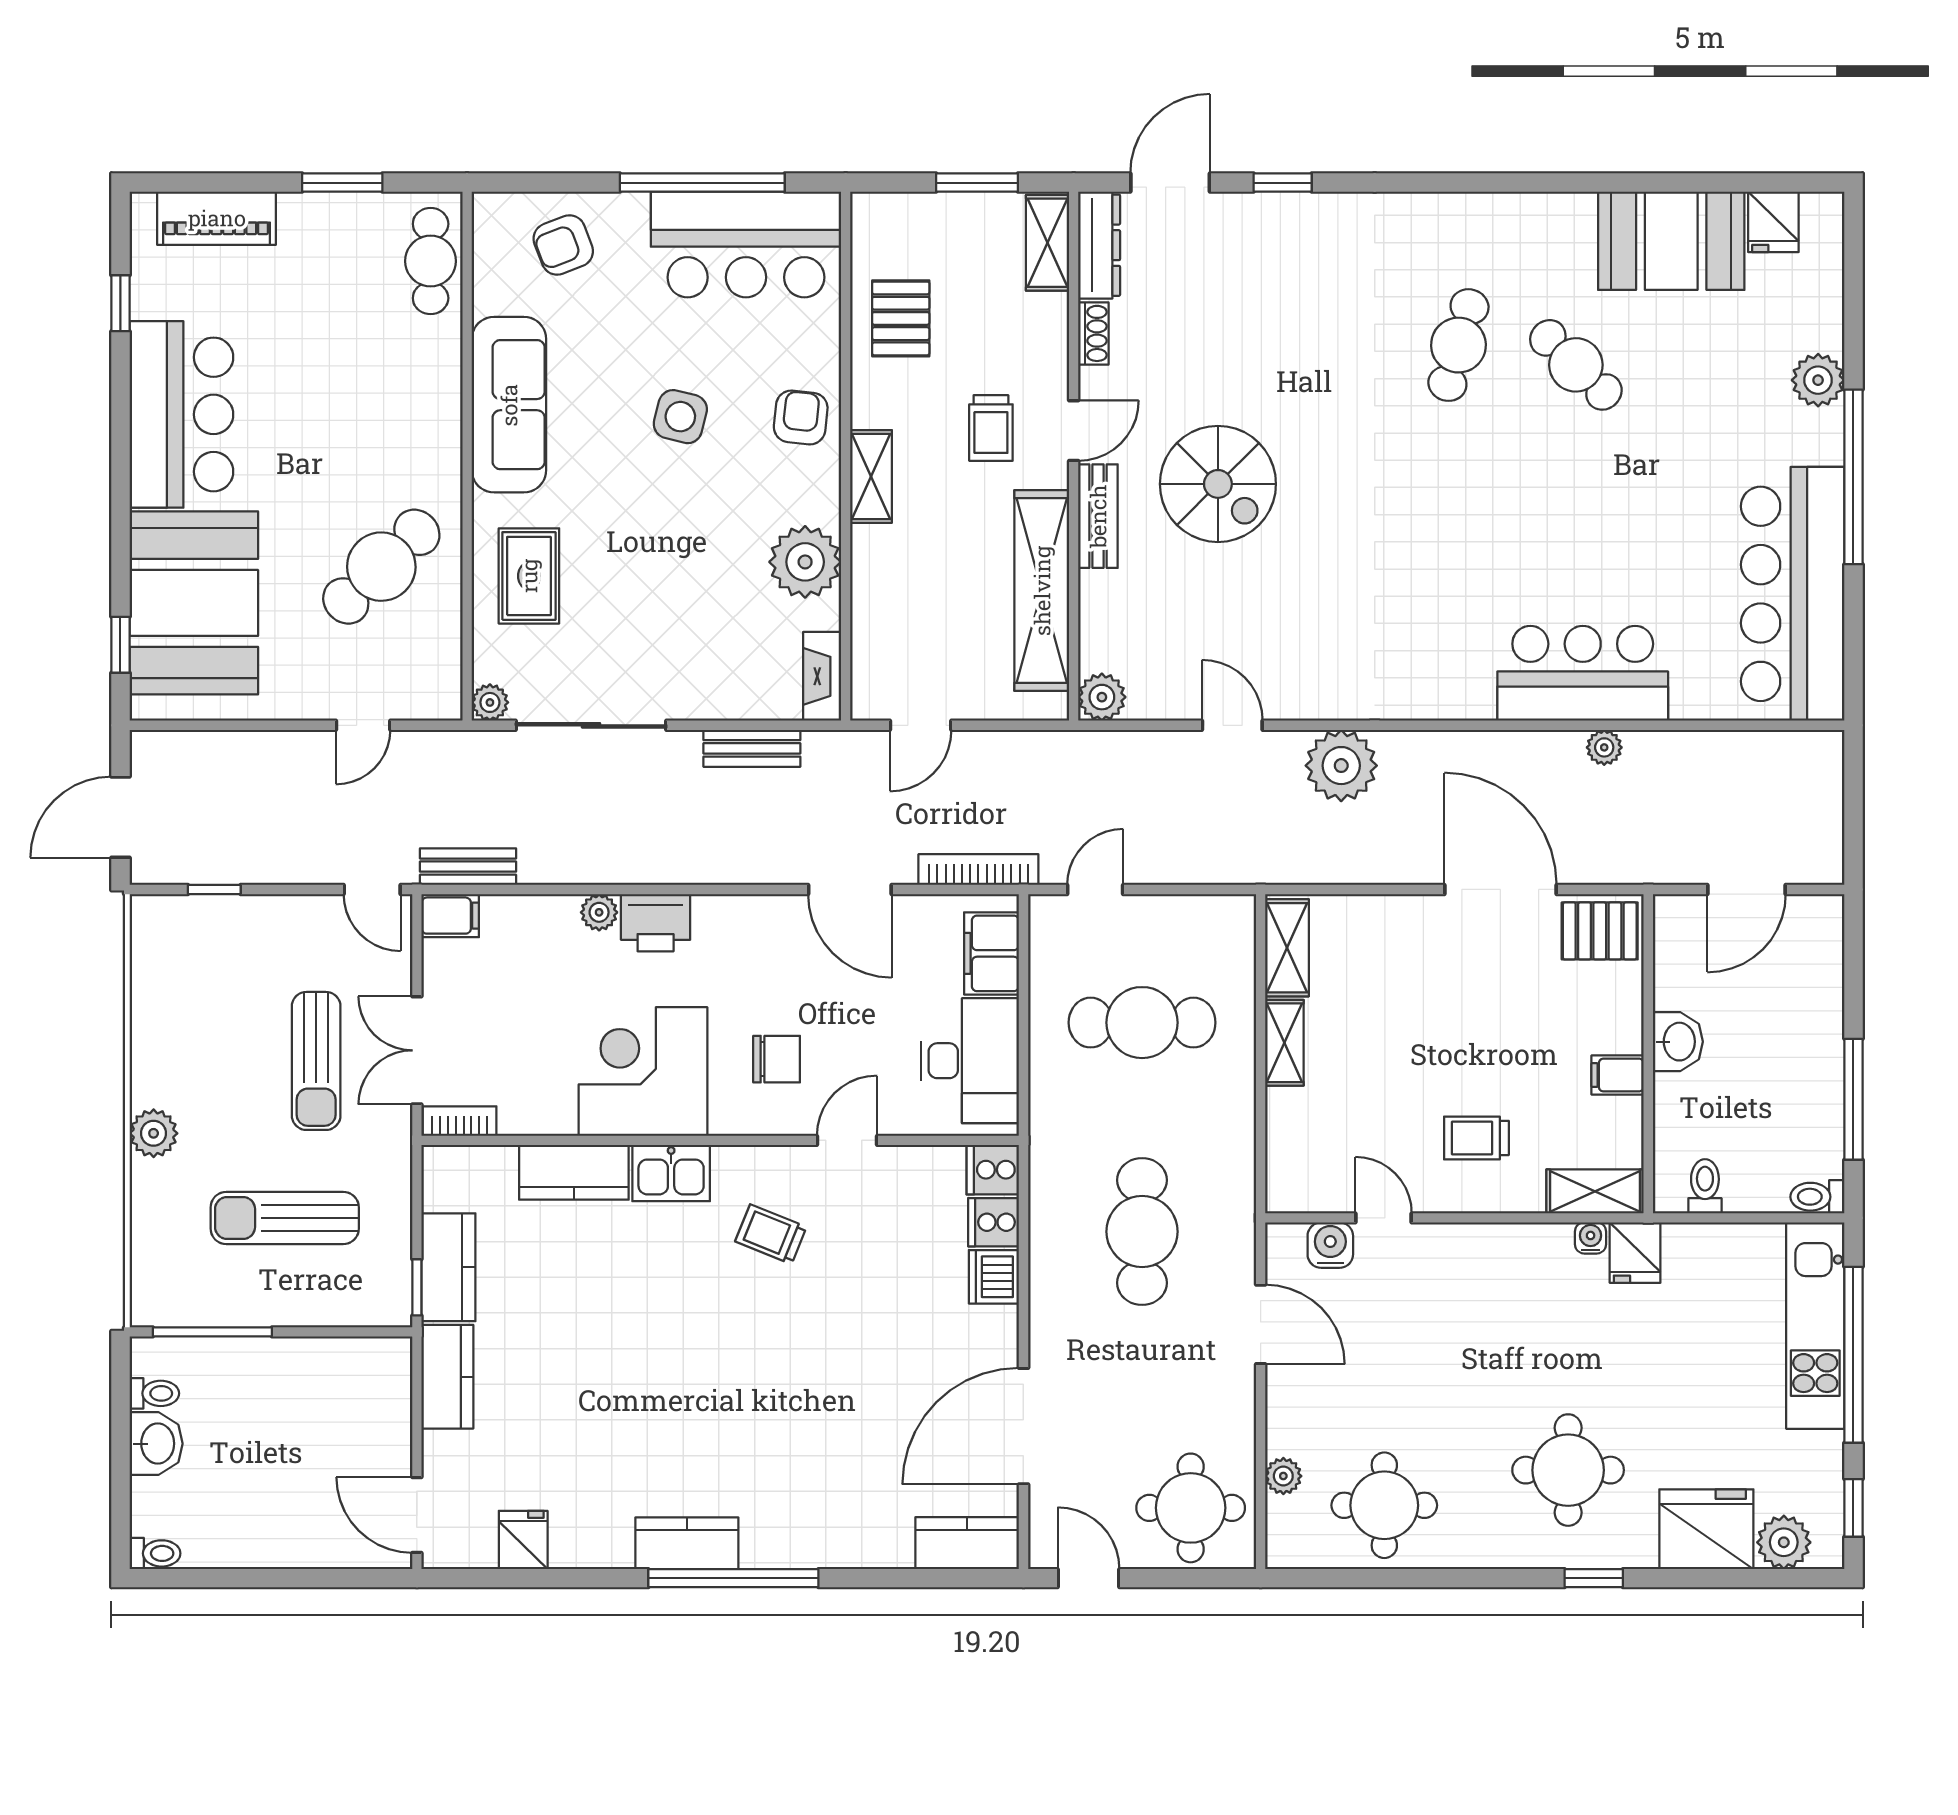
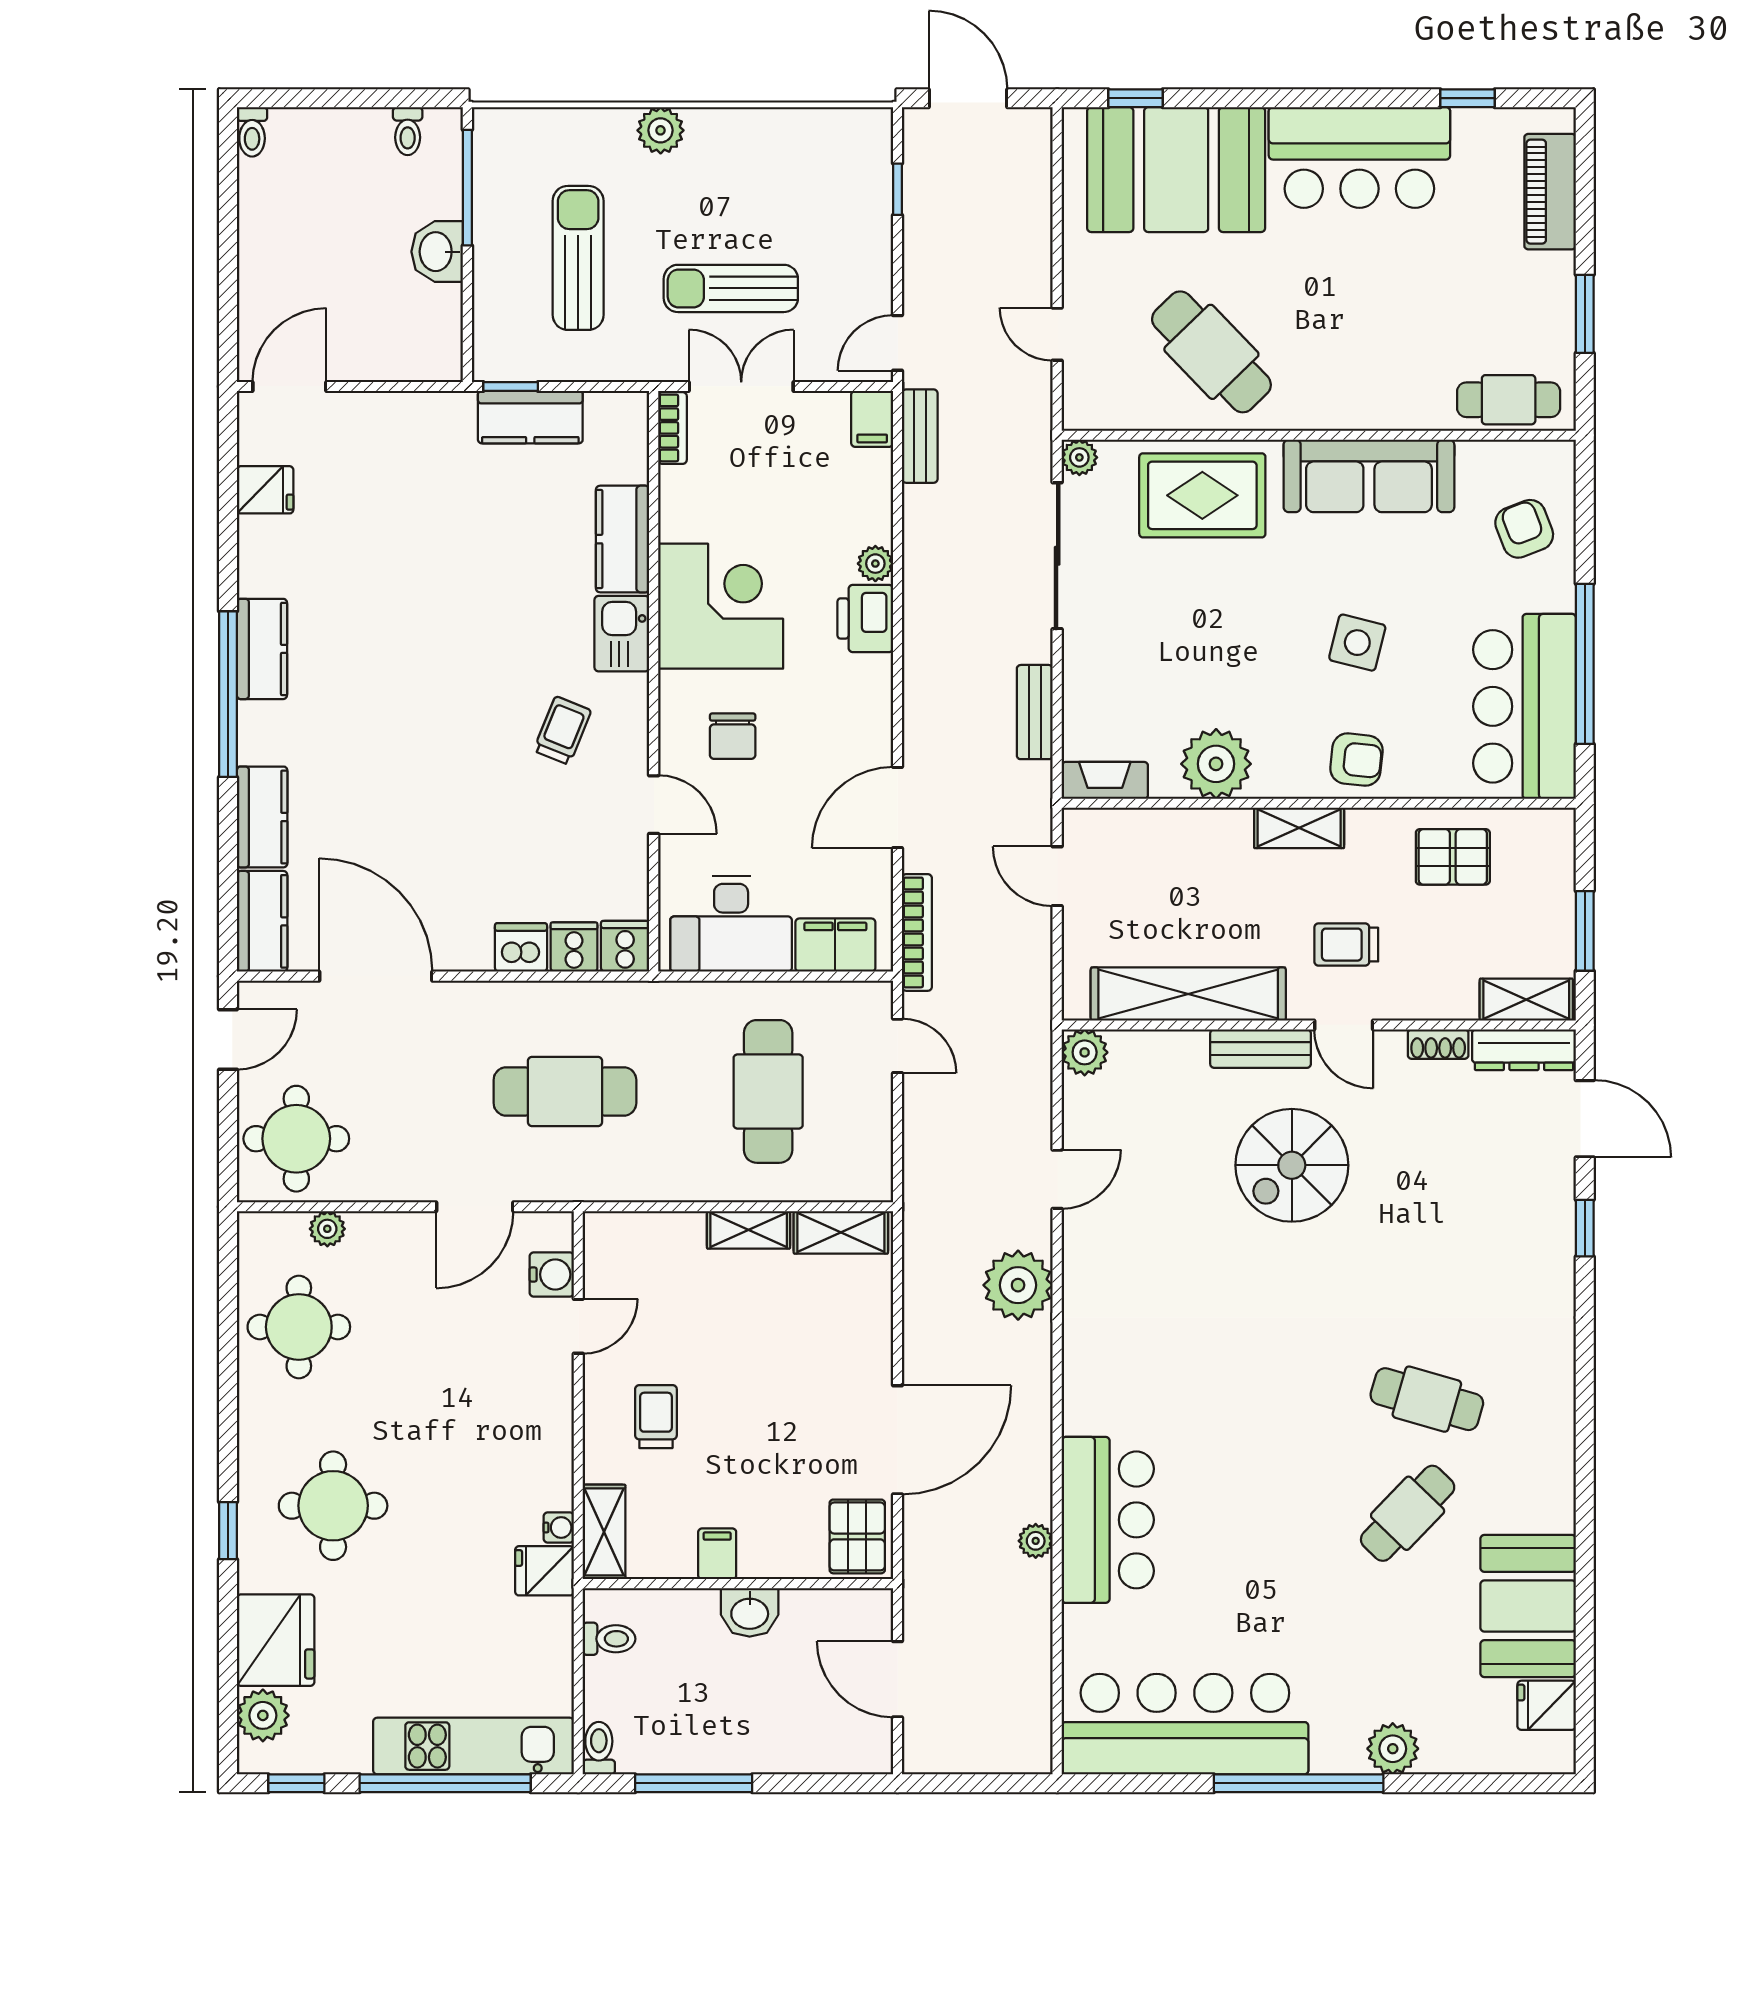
rug: (529, 576) -> (1202, 495), width x1.36, depth x1.43
kitchen counter: (447, 1377) -> (262, 817), moved, turned -90
washbasin: (156, 1444) -> (437, 252), moved, turned 90

